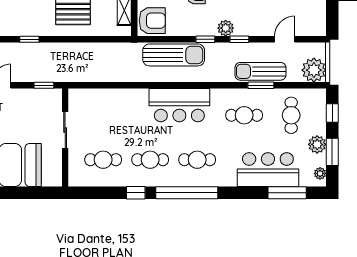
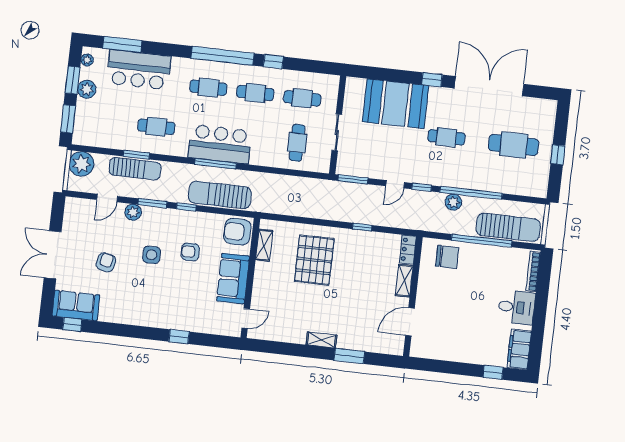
plant: (226, 28) -> (133, 212), moved
window: (239, 39) -> (152, 203), width x1.50
window: (44, 85) -> (353, 179), width x1.50
window: (182, 85) -> (215, 164), added
window: (332, 113) -> (68, 119), width x1.50
cafe table: (291, 115) -> (297, 143), moved

